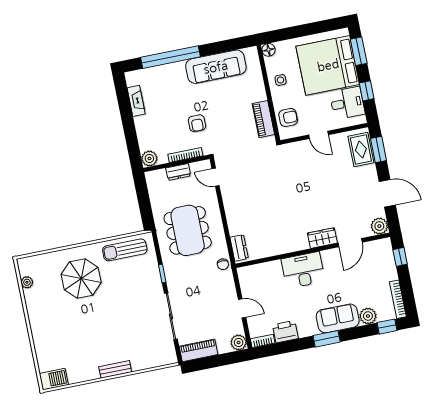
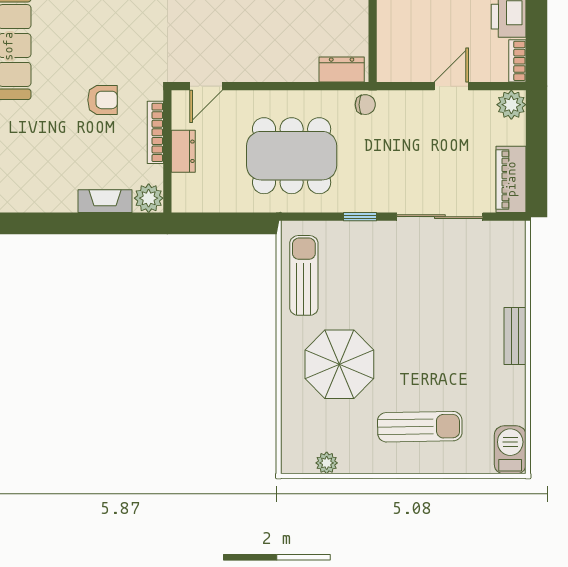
fireplace: (136, 101) -> (105, 201), moved
sun lounger: (125, 250) -> (304, 275), turned 180
sun lounger: (56, 328) -> (420, 427), added

